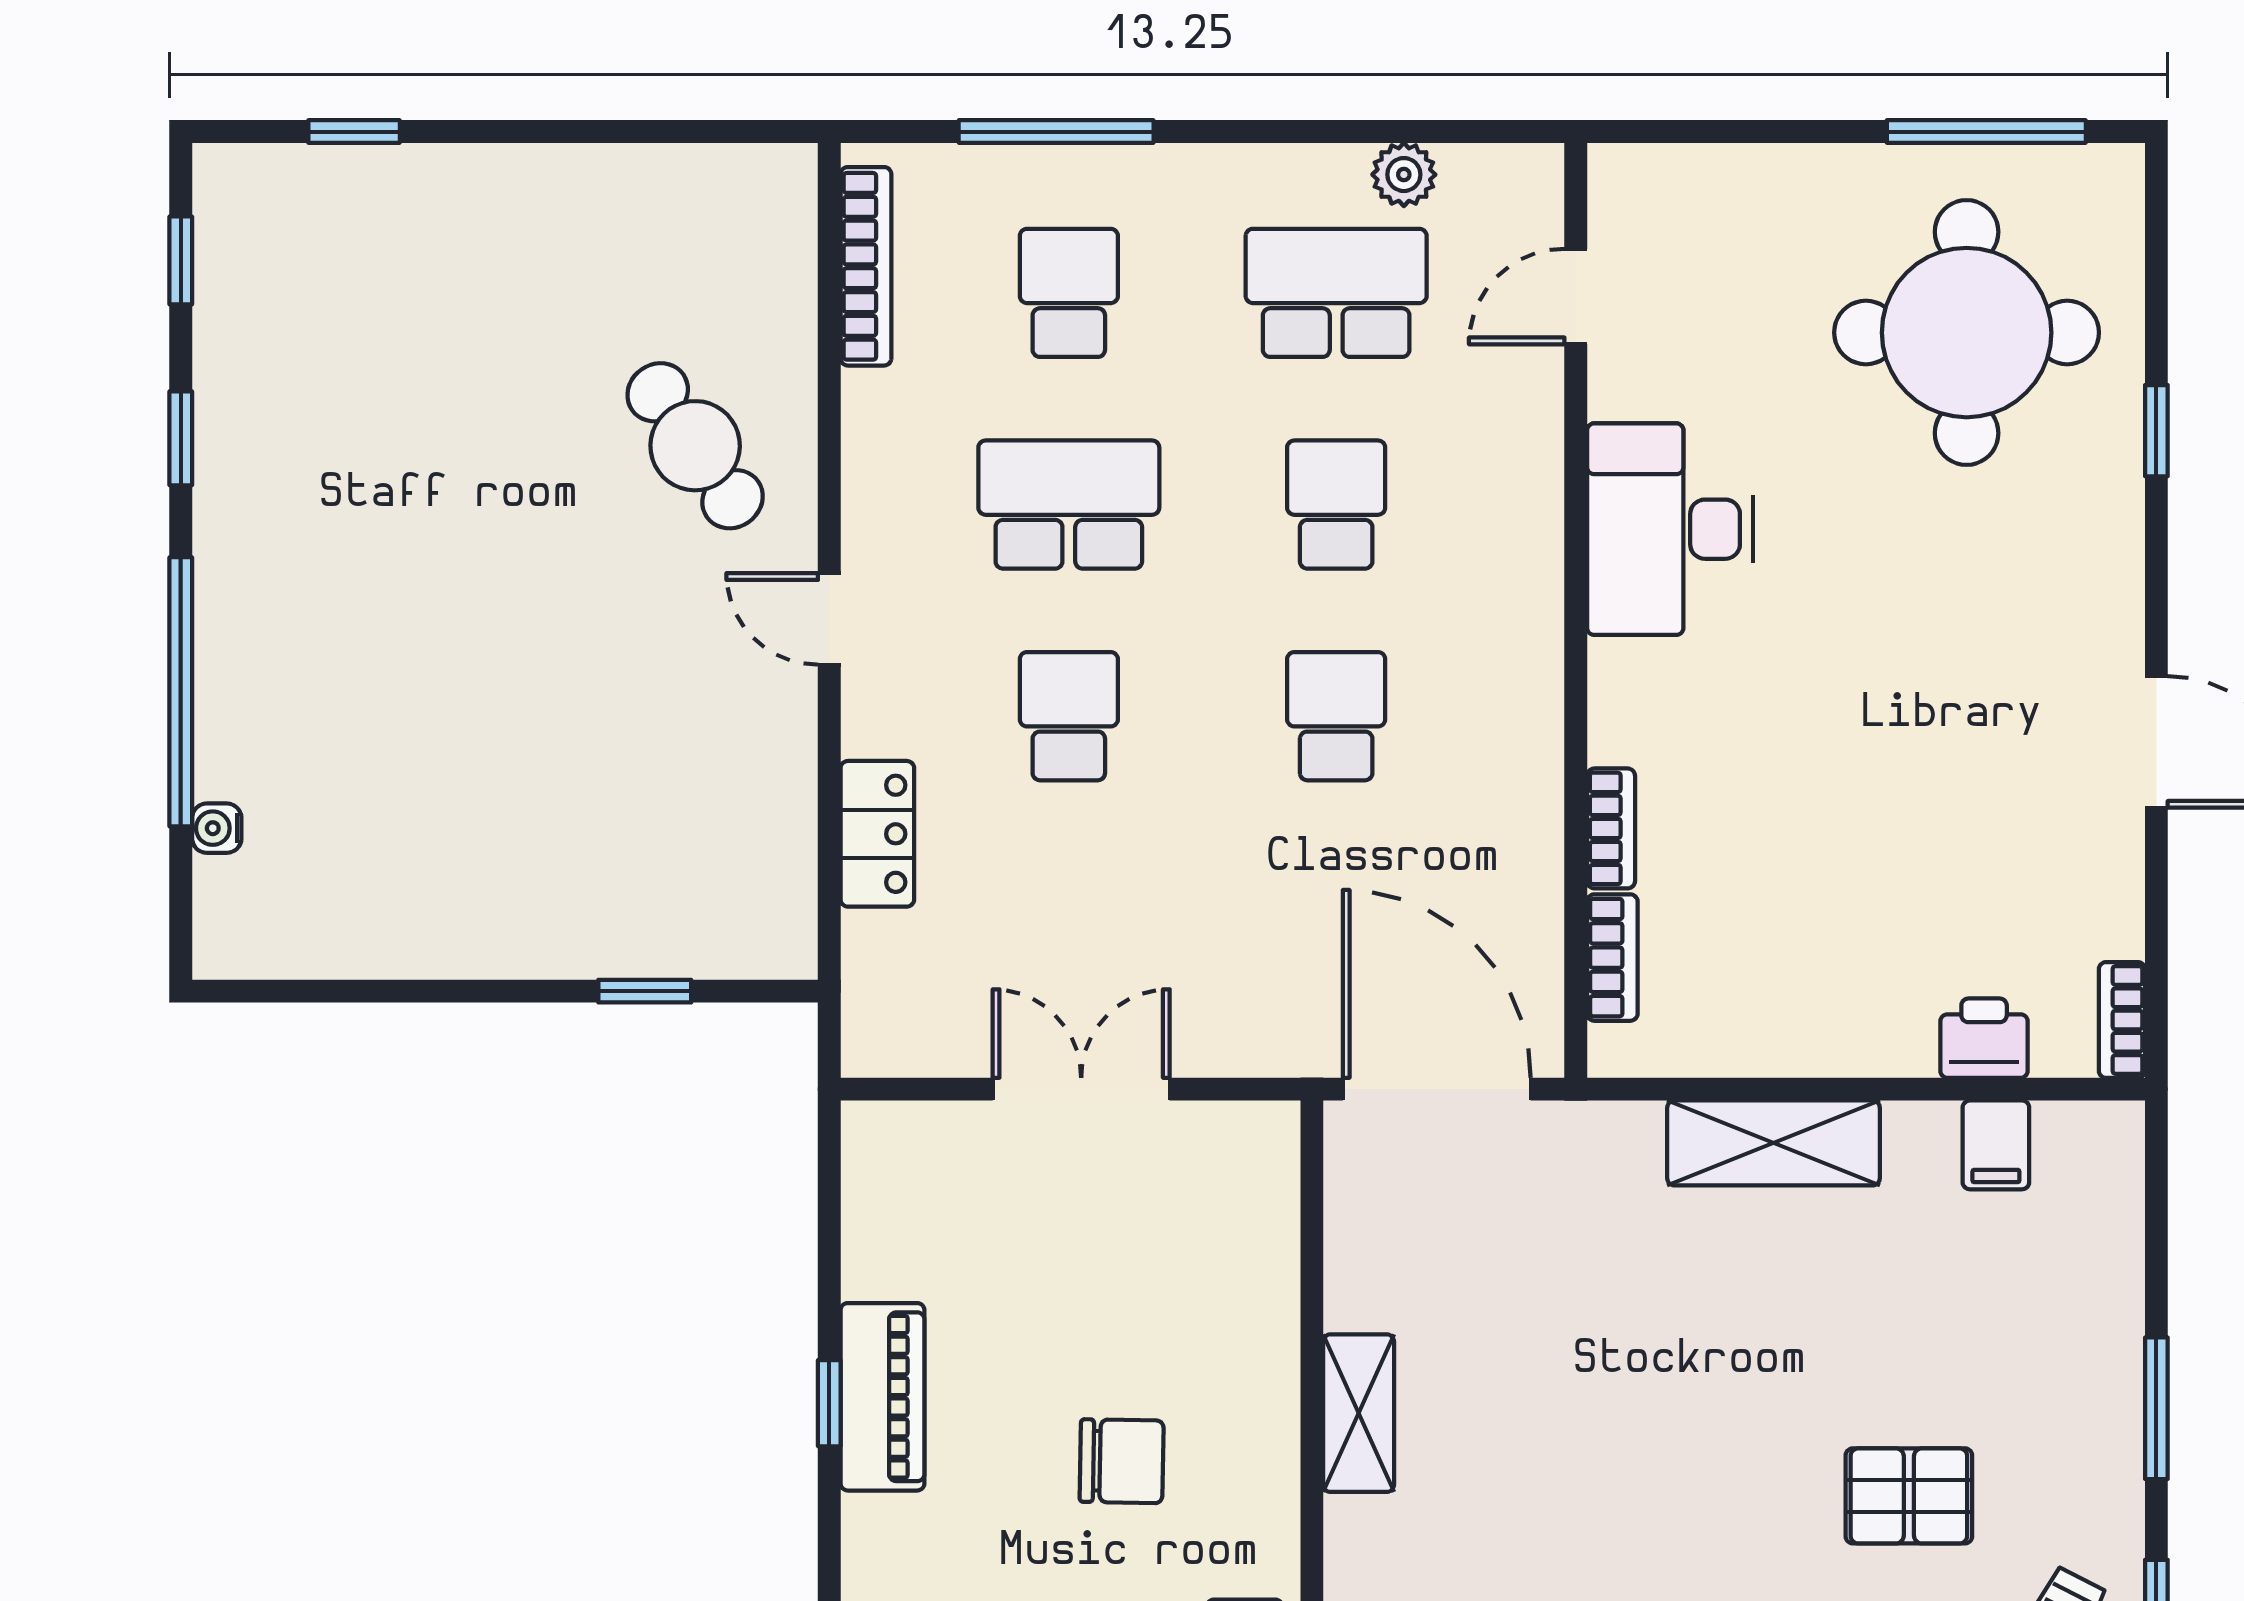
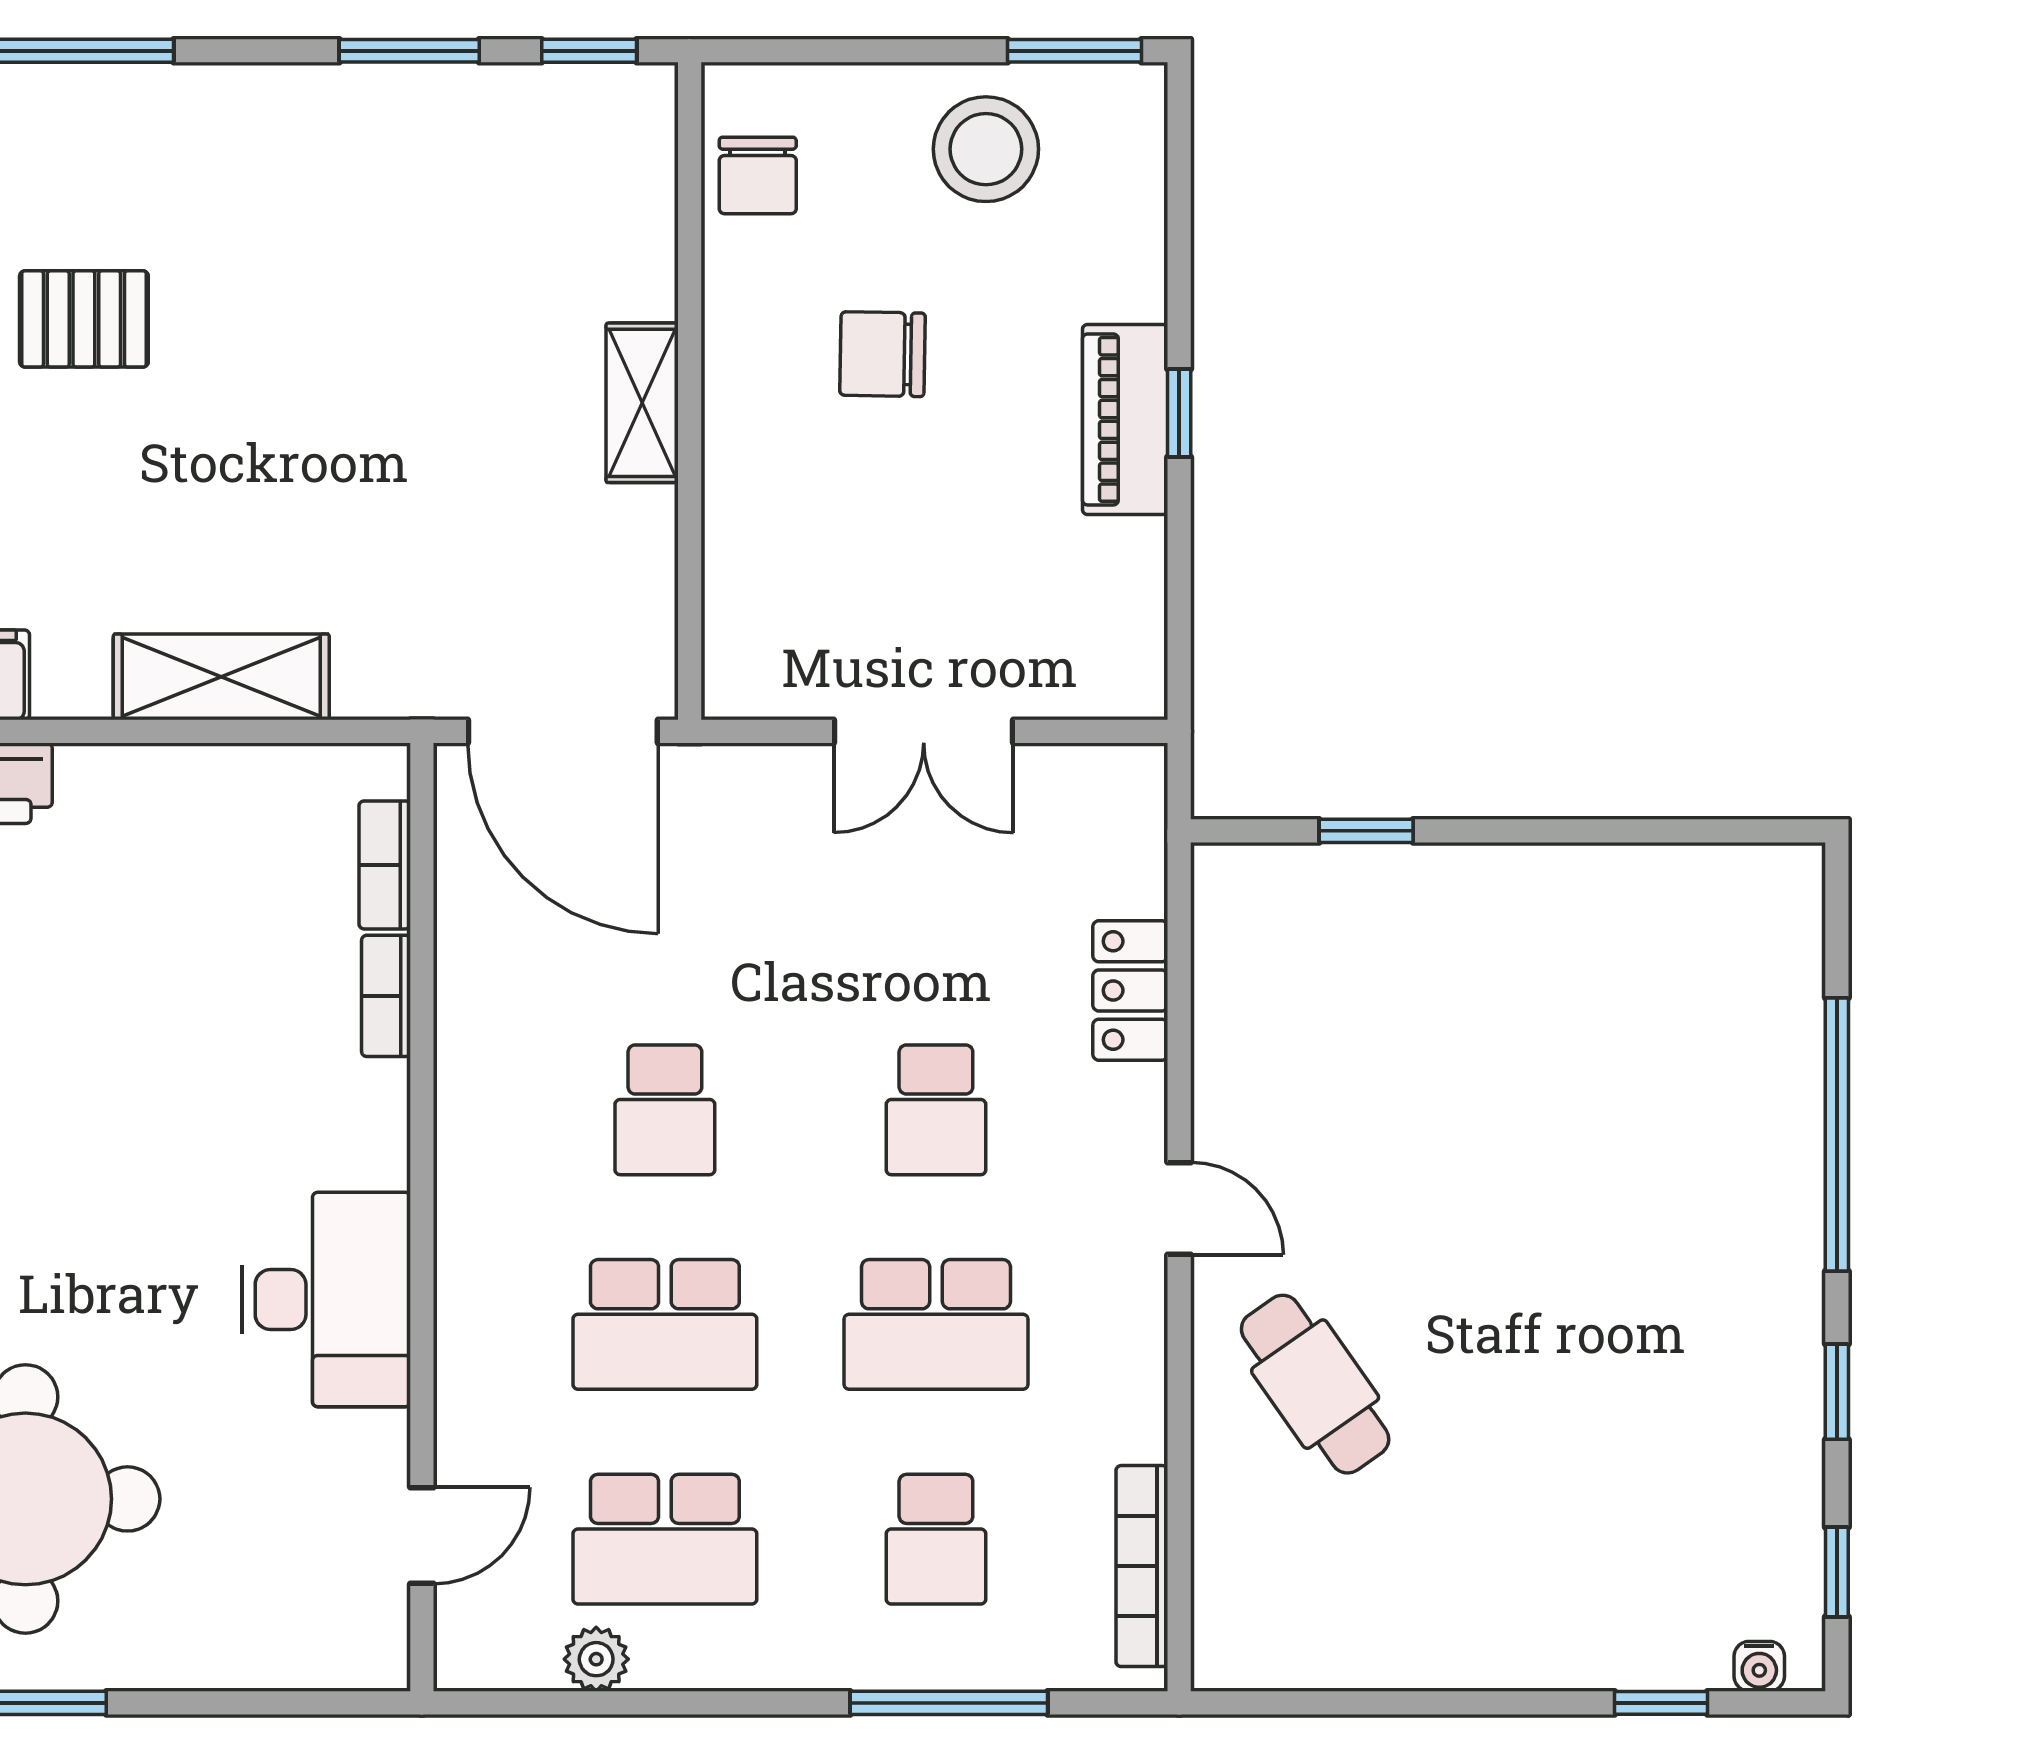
school desk: (1336, 505) -> (665, 1324), width x1.85
water cooler: (217, 828) -> (1759, 1666), moved, turned 90

